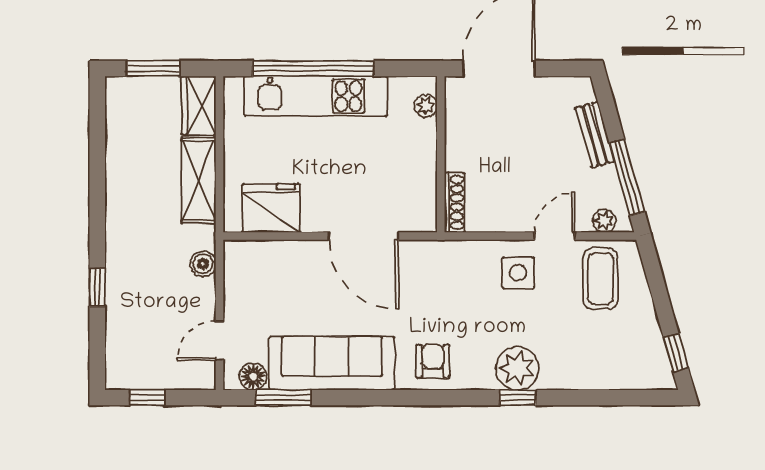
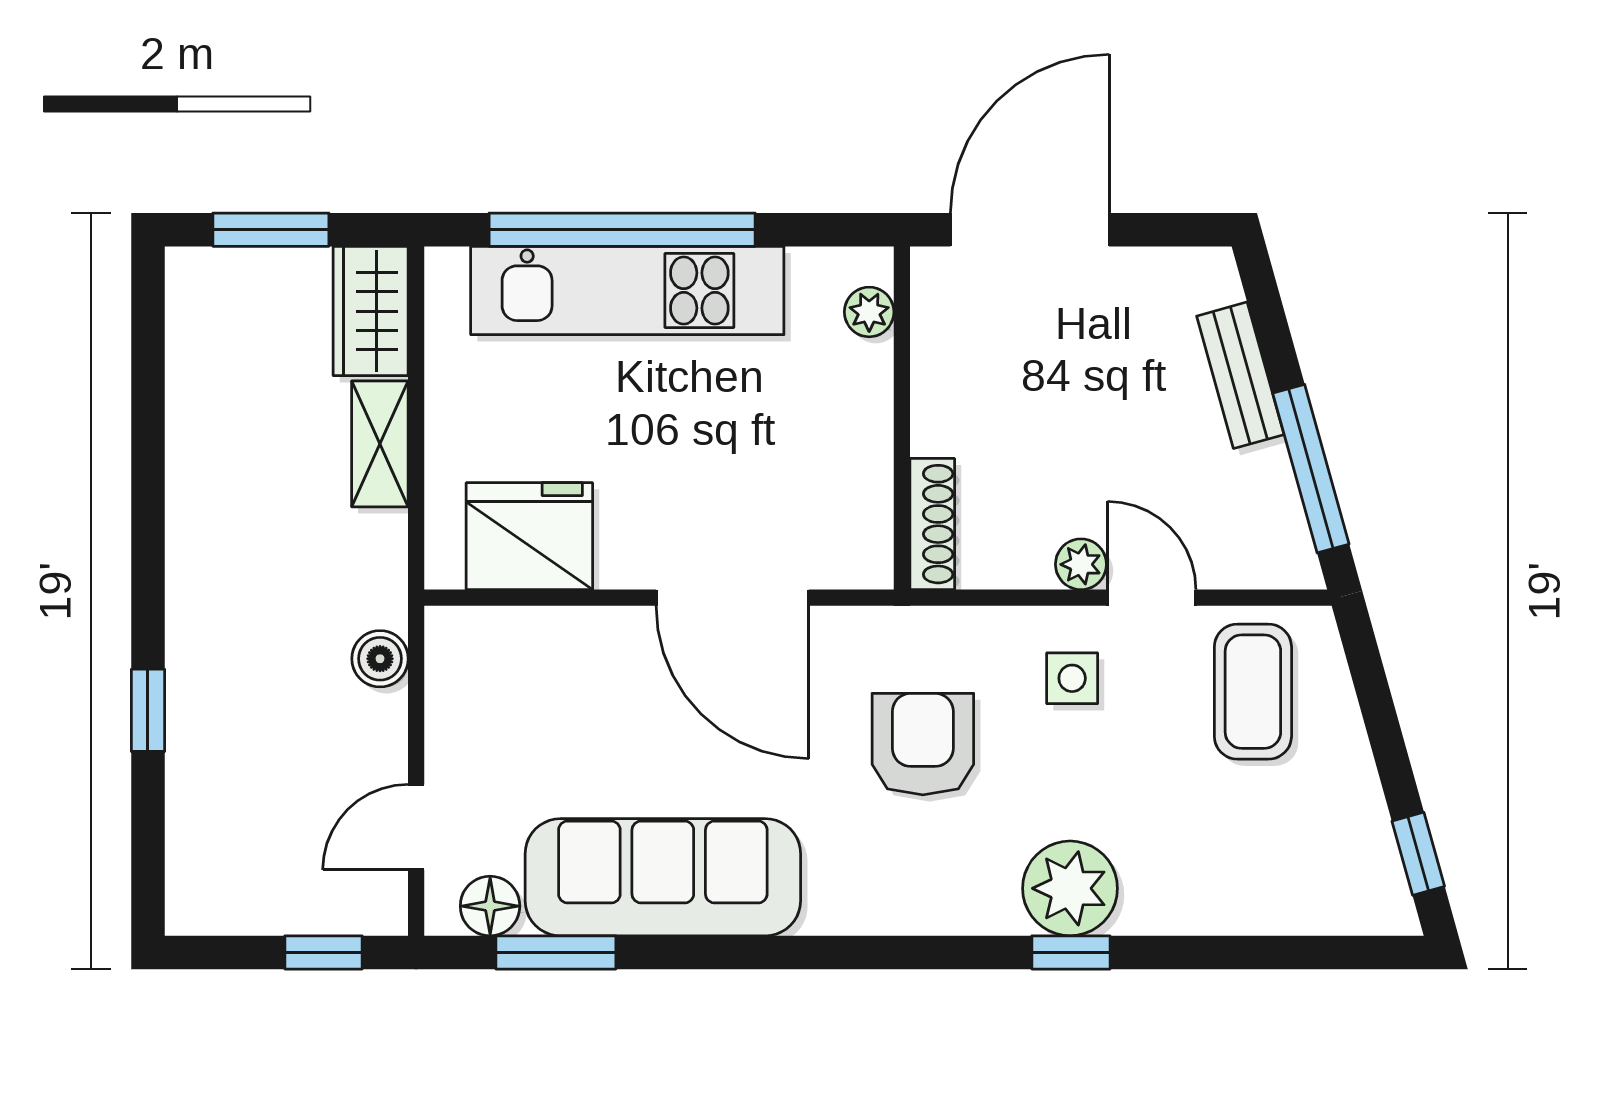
shelving: (199, 180) -> (380, 444), width x0.67, depth x0.75
plant: (604, 221) -> (1081, 564), moved
door: (555, 236) -> (1152, 598), hinge flipped
side table: (518, 273) -> (1072, 678), width x0.73, depth x0.73
armchair: (433, 361) -> (923, 744), moved, width x1.38, depth x1.38
window: (147, 398) -> (324, 952), moved

